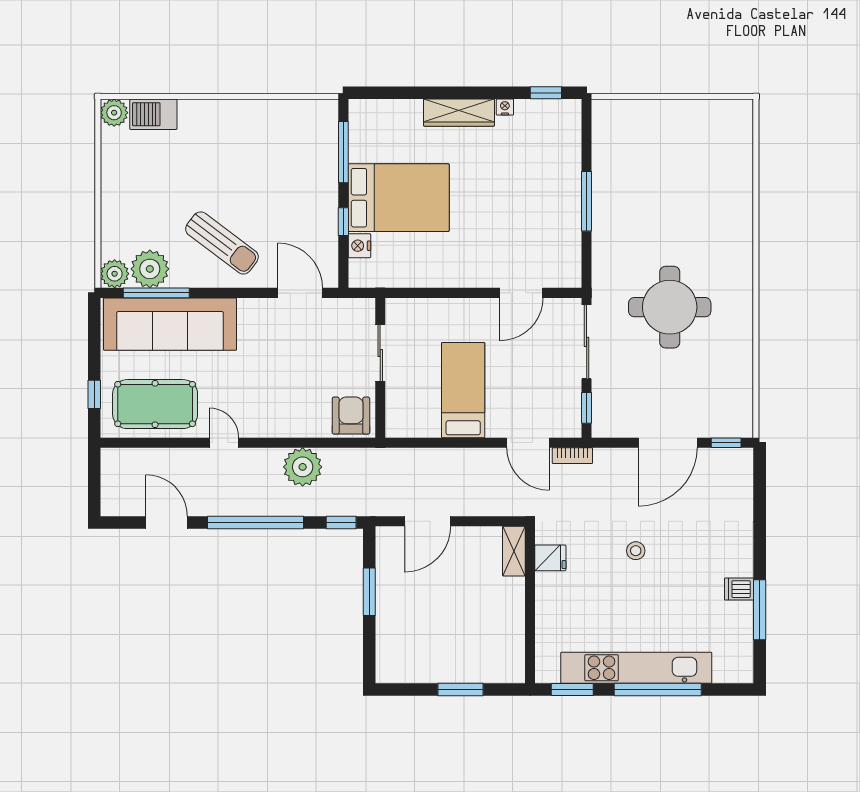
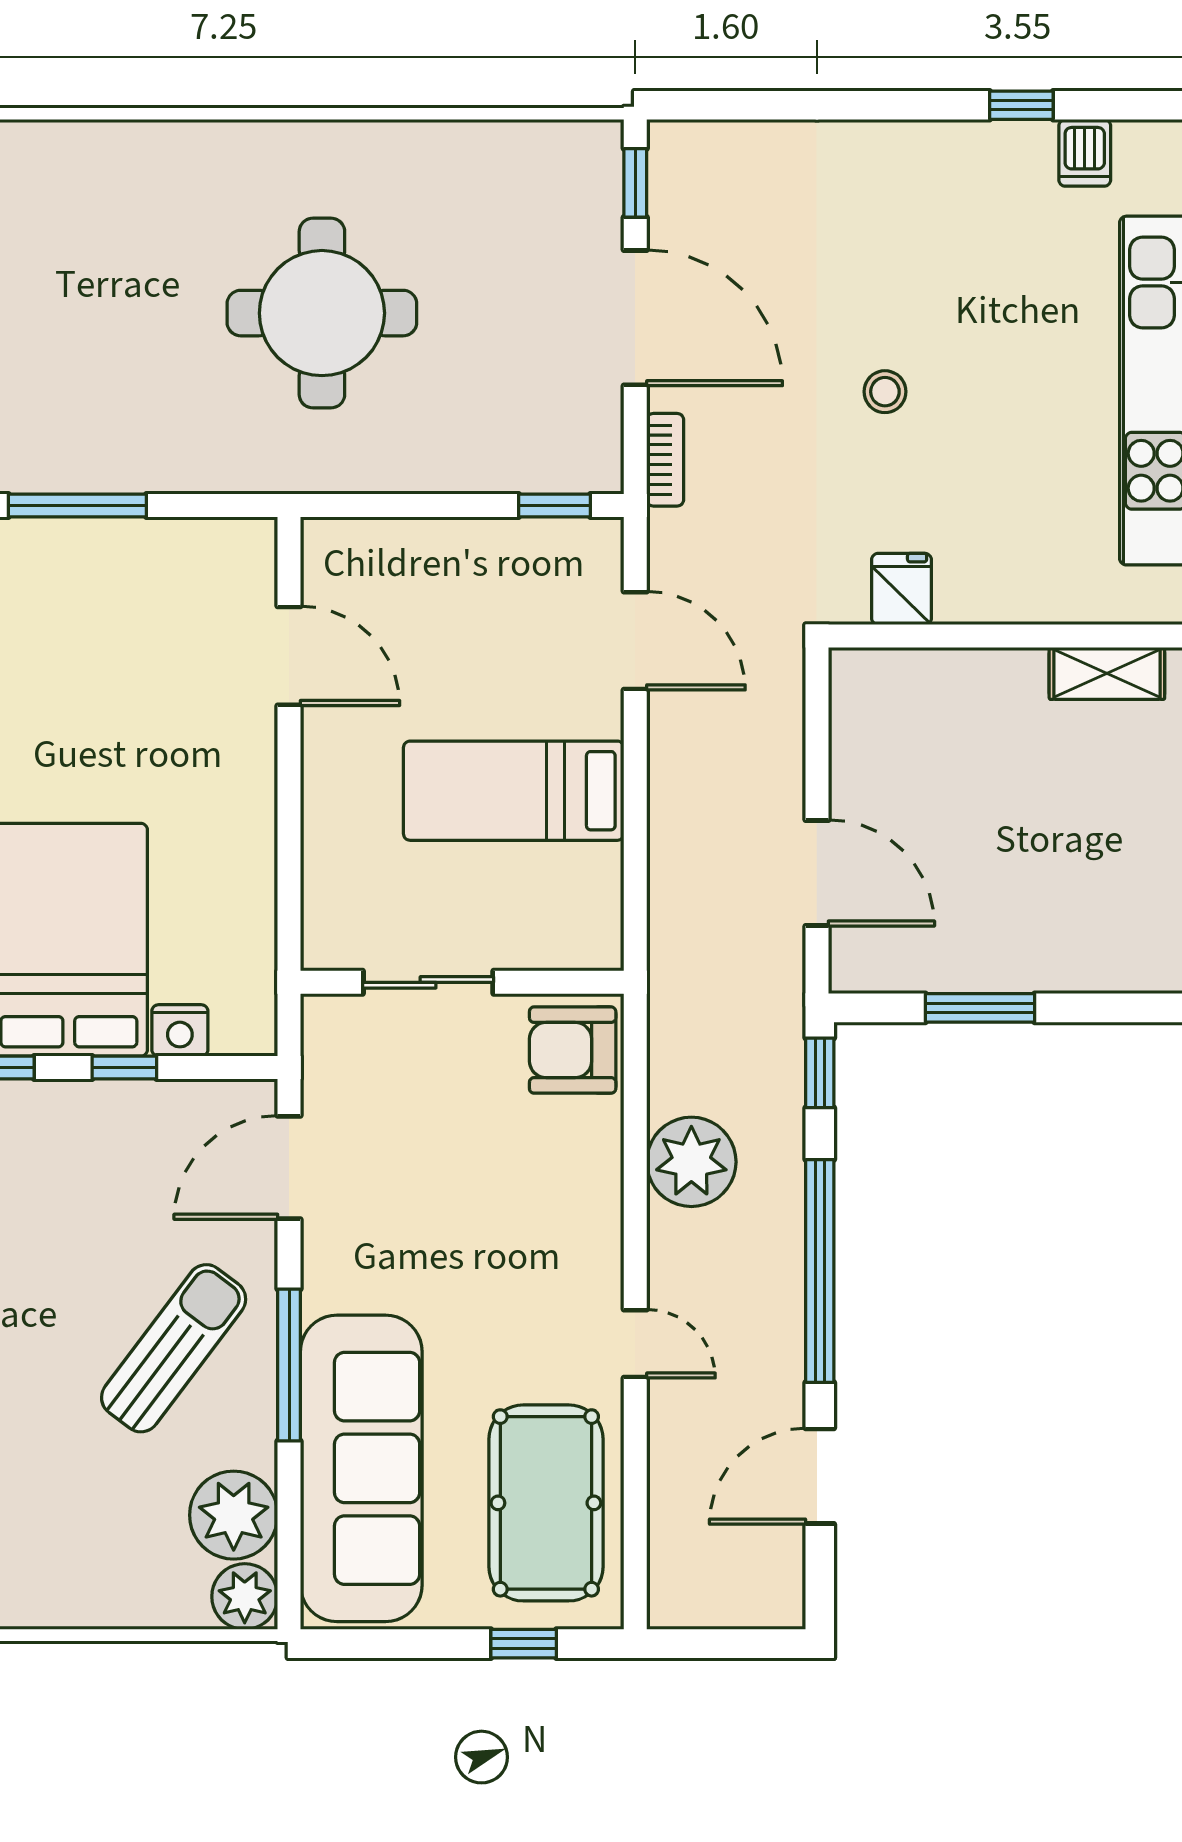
window: (156, 293) -> (289, 1365), moved
sliding door: (587, 342) -> (402, 505), removed
door: (224, 443) -> (635, 1344), swing flipped
door: (528, 443) -> (635, 641), hinge flipped
bookcase: (572, 456) -> (665, 460), moved
shelving: (514, 551) -> (1107, 673), moved
dishwasher: (739, 589) -> (1085, 153), moved
window: (760, 610) -> (1021, 105), width x0.46

